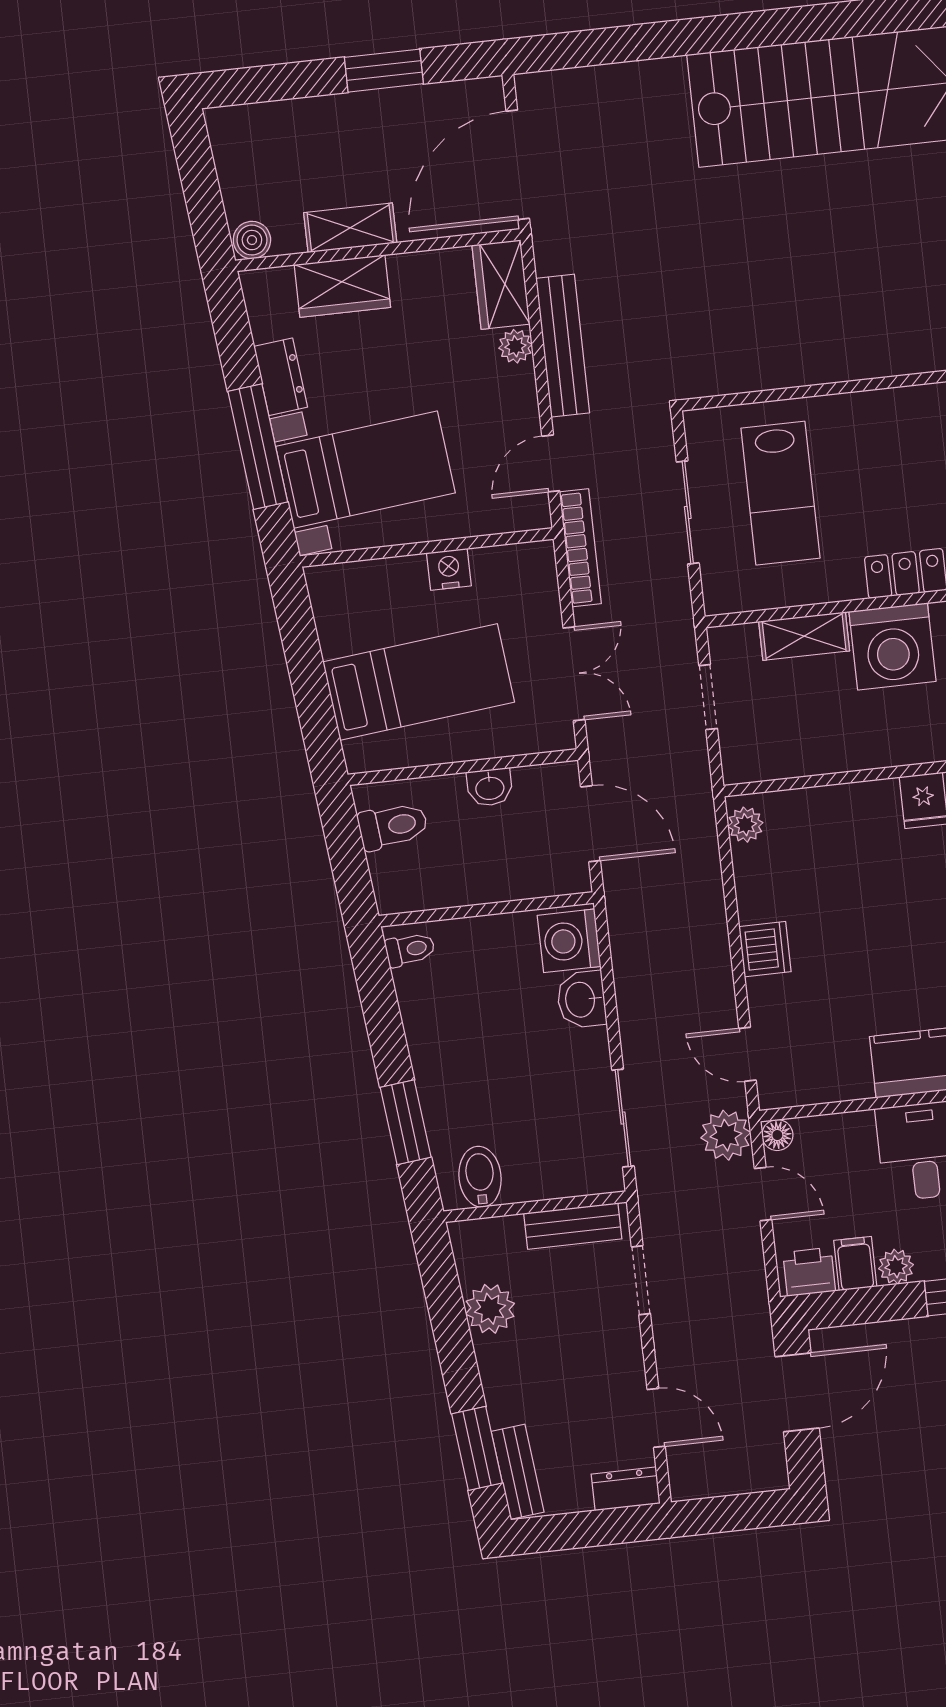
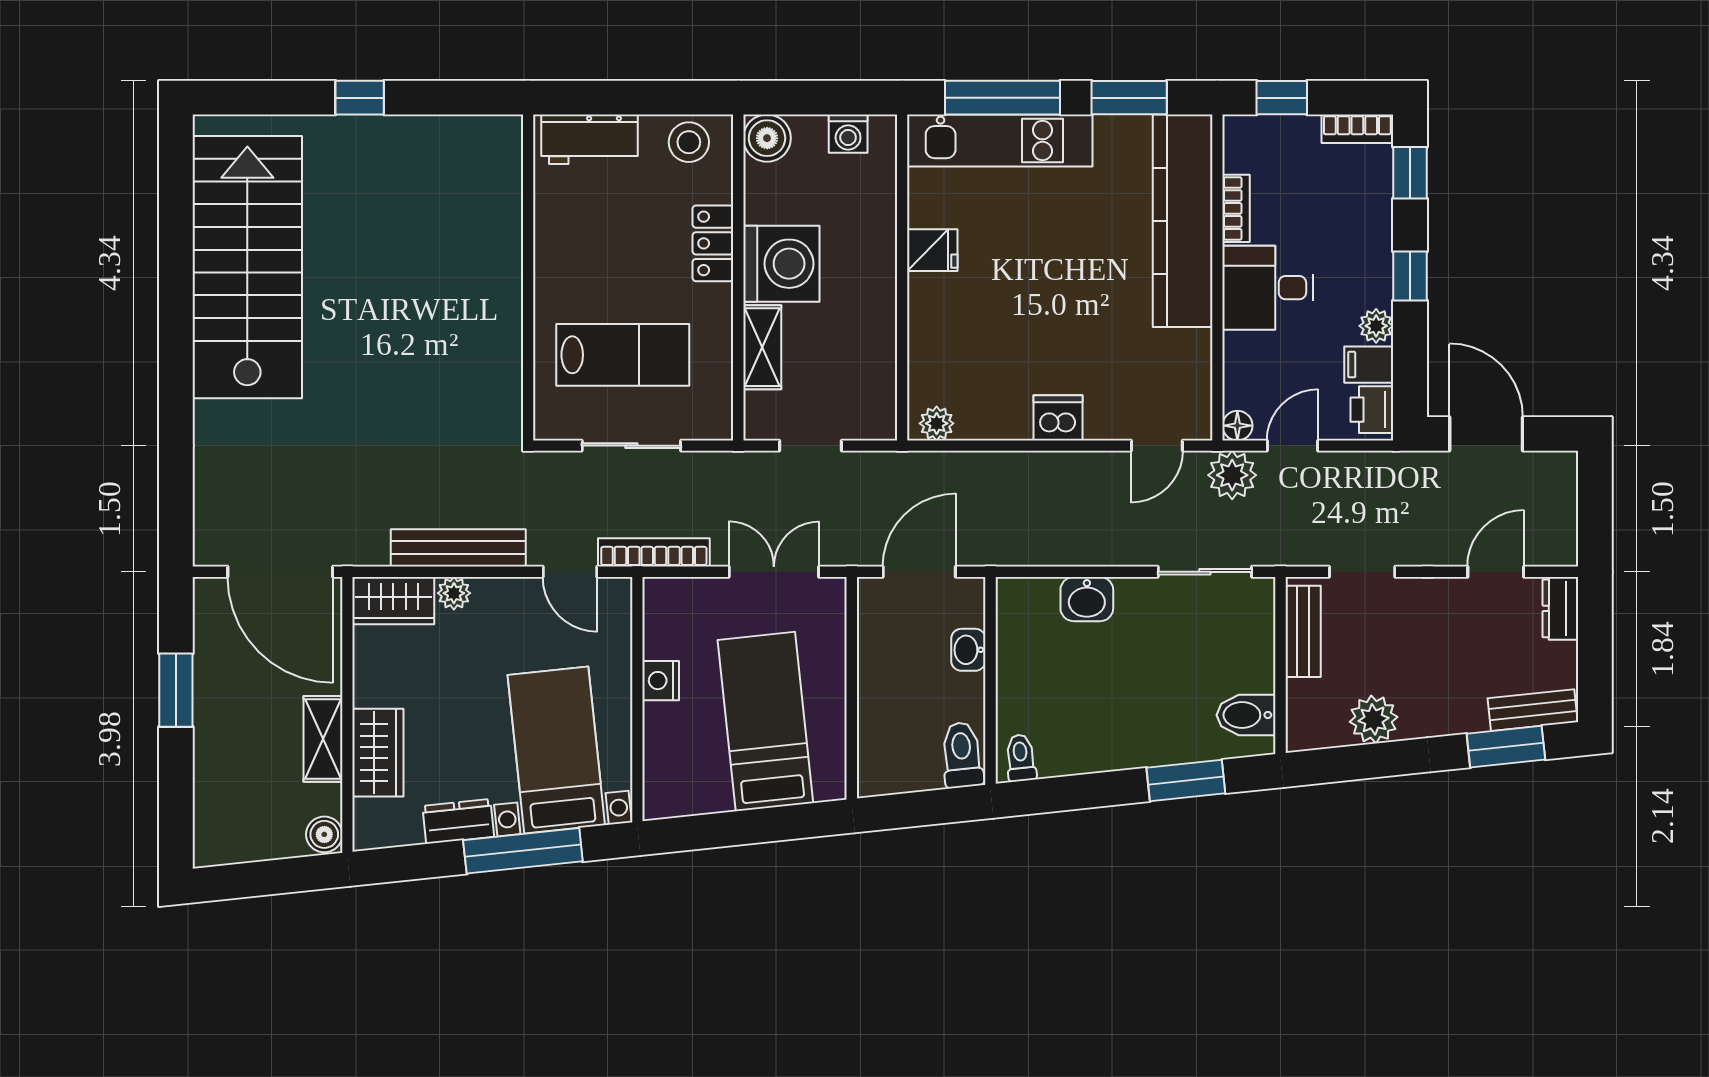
washbasin: (490, 787) -> (968, 650), moved, turned 180
toilet: (393, 826) -> (962, 755), moved
washing machine: (569, 941) -> (1029, 605), removed

